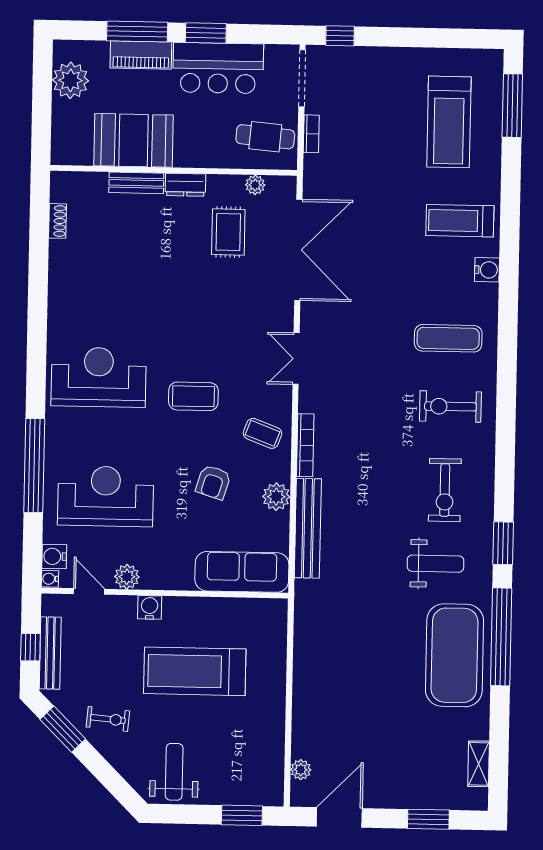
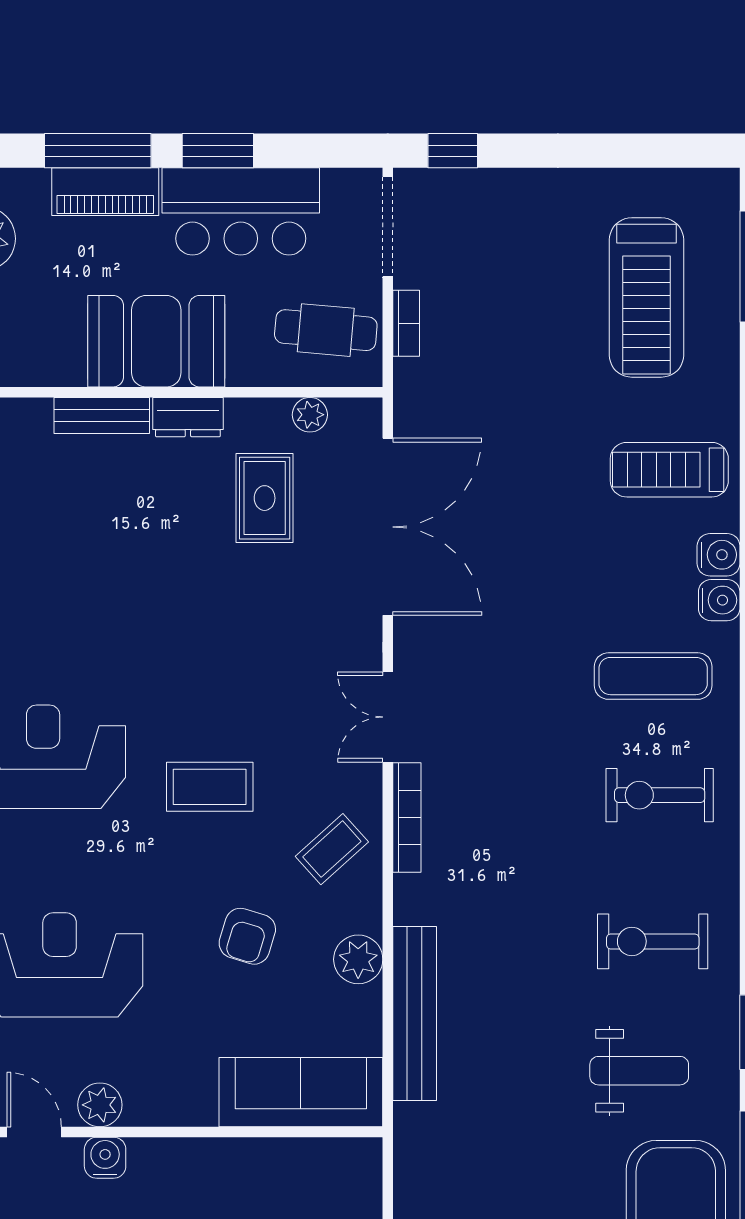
booth: (134, 140) -> (156, 341), moved
water cooler: (487, 296) -> (719, 600), added
coffee table: (262, 433) -> (332, 849), turned -63
bookcase: (305, 445) -> (407, 817), moved
exercise bike: (445, 490) -> (653, 941), turned 90
water cooler: (150, 607) -> (105, 1158), moved

